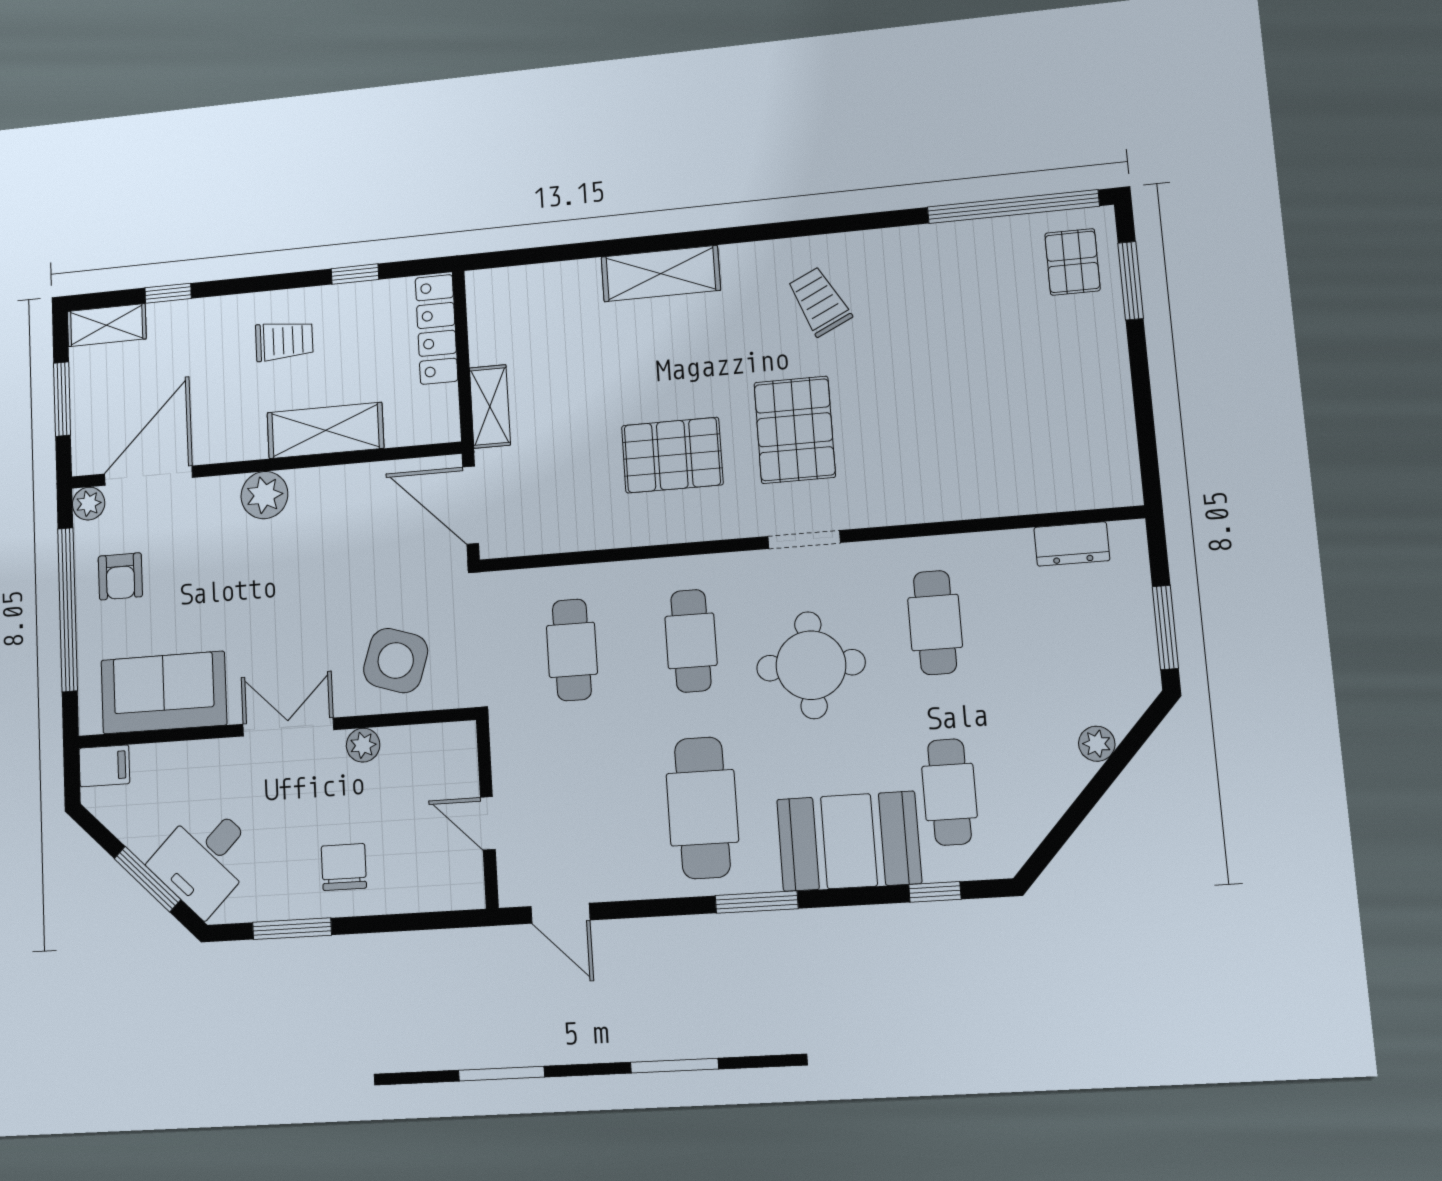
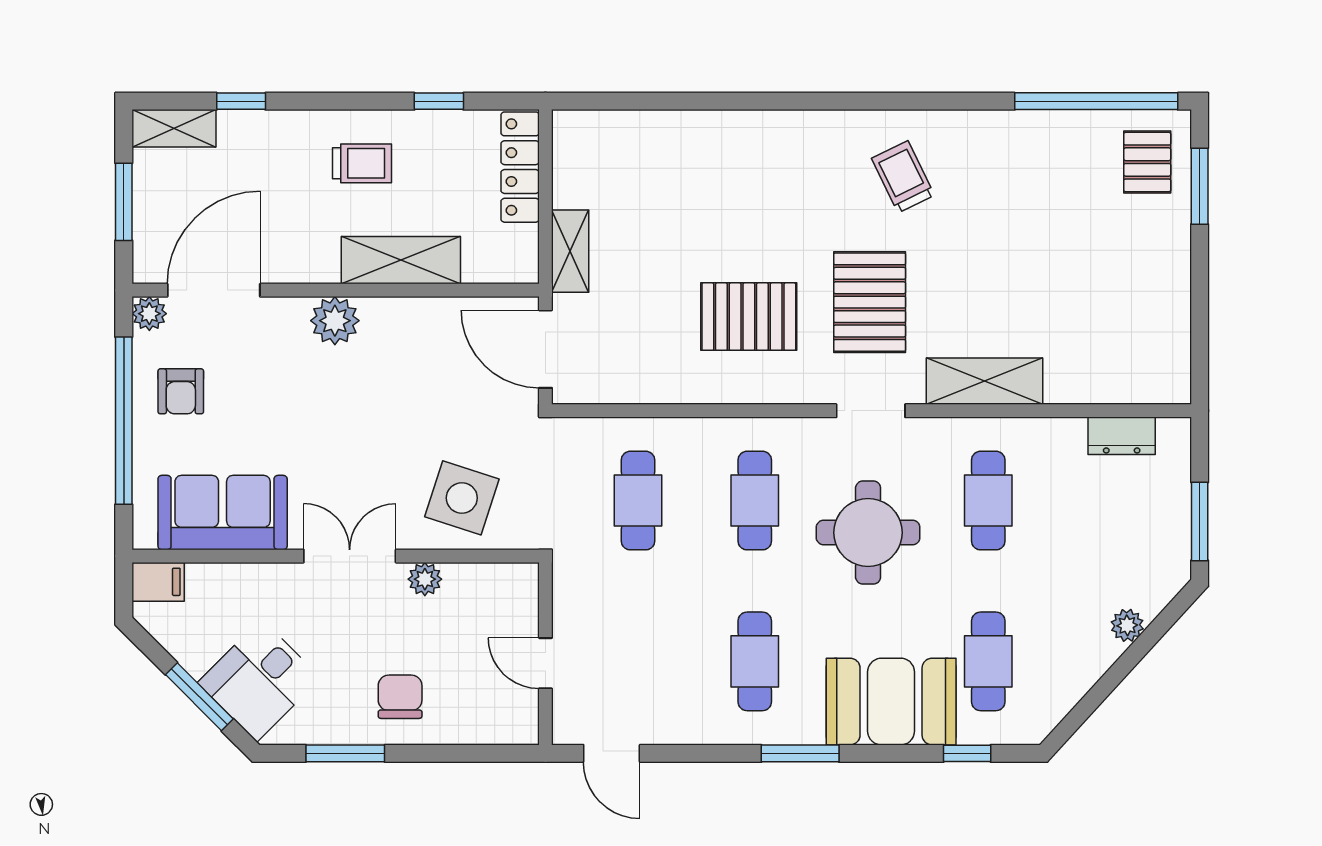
shelving: (661, 274) -> (984, 381), moved
cafe table: (702, 808) -> (755, 661), width x0.73, depth x0.74

